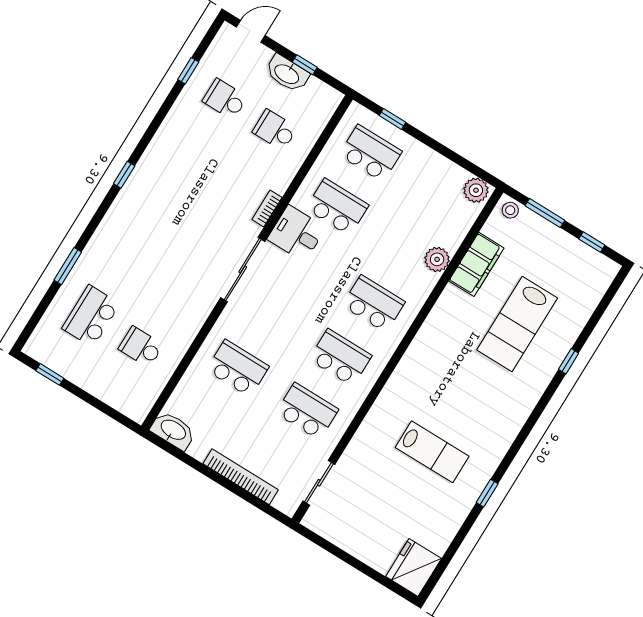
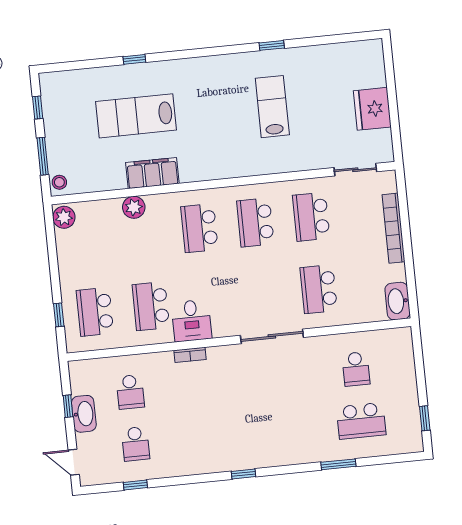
filing cabinet: (476, 264) -> (152, 173), moved
sliding door: (243, 269) -> (272, 336), moved
lab bench: (517, 324) -> (136, 116), turned 180
fridge: (414, 568) -> (372, 109), moved, turned 90

